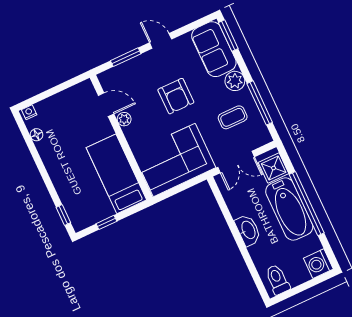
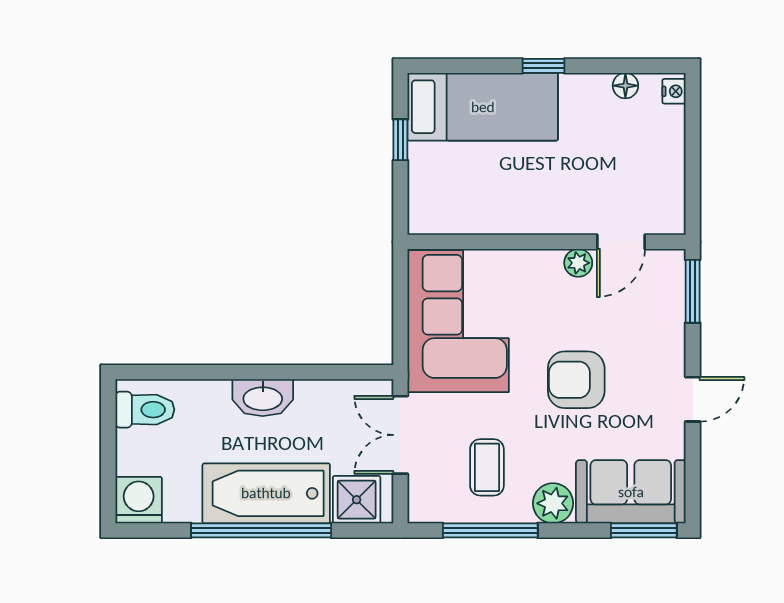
window: (126, 57) -> (693, 291), moved
bed: (116, 174) -> (483, 107), moved
window: (63, 215) -> (543, 66), moved

